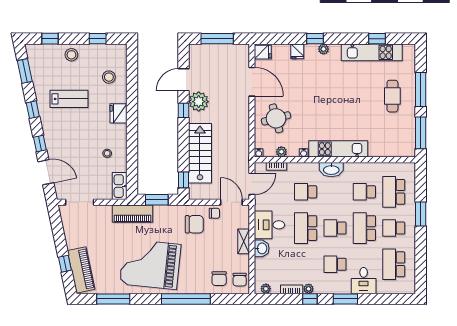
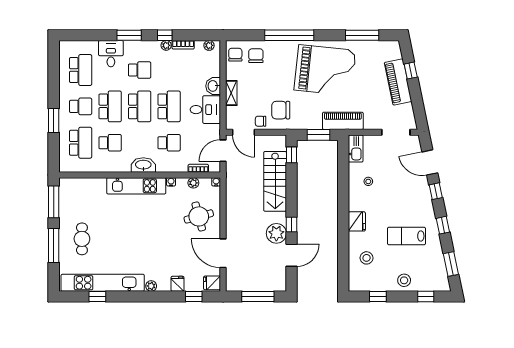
window: (315, 39) -> (194, 296), moved
kitchen unit: (372, 52) -> (103, 283), width x1.36
school desk: (335, 228) -> (140, 106), width x1.85
piano: (81, 270) -> (398, 82), moved

